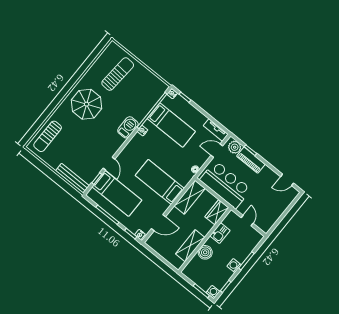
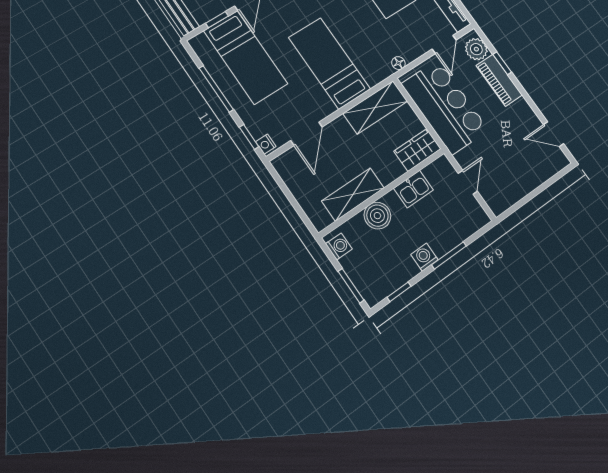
door: (217, 151) -> (444, 44), swing flipped
door: (158, 223) -> (306, 134), hinge flipped
washing machine: (213, 292) -> (339, 246), moved

